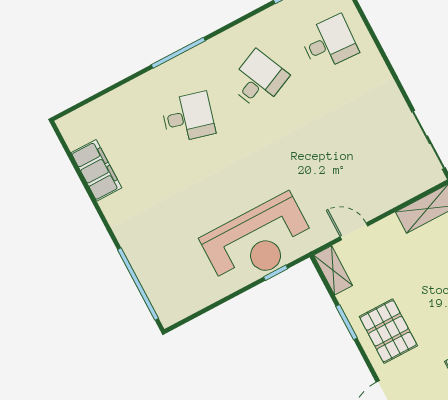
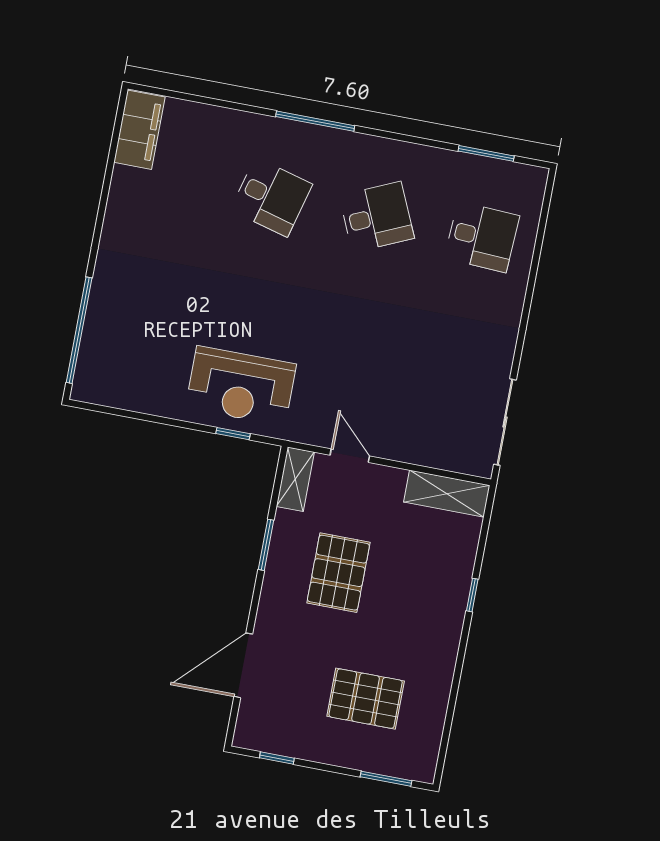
filing cabinet: (96, 170) -> (139, 130), moved
reception desk: (258, 241) -> (241, 386), width x0.74, depth x0.77
pallet: (388, 331) -> (338, 573), moved

